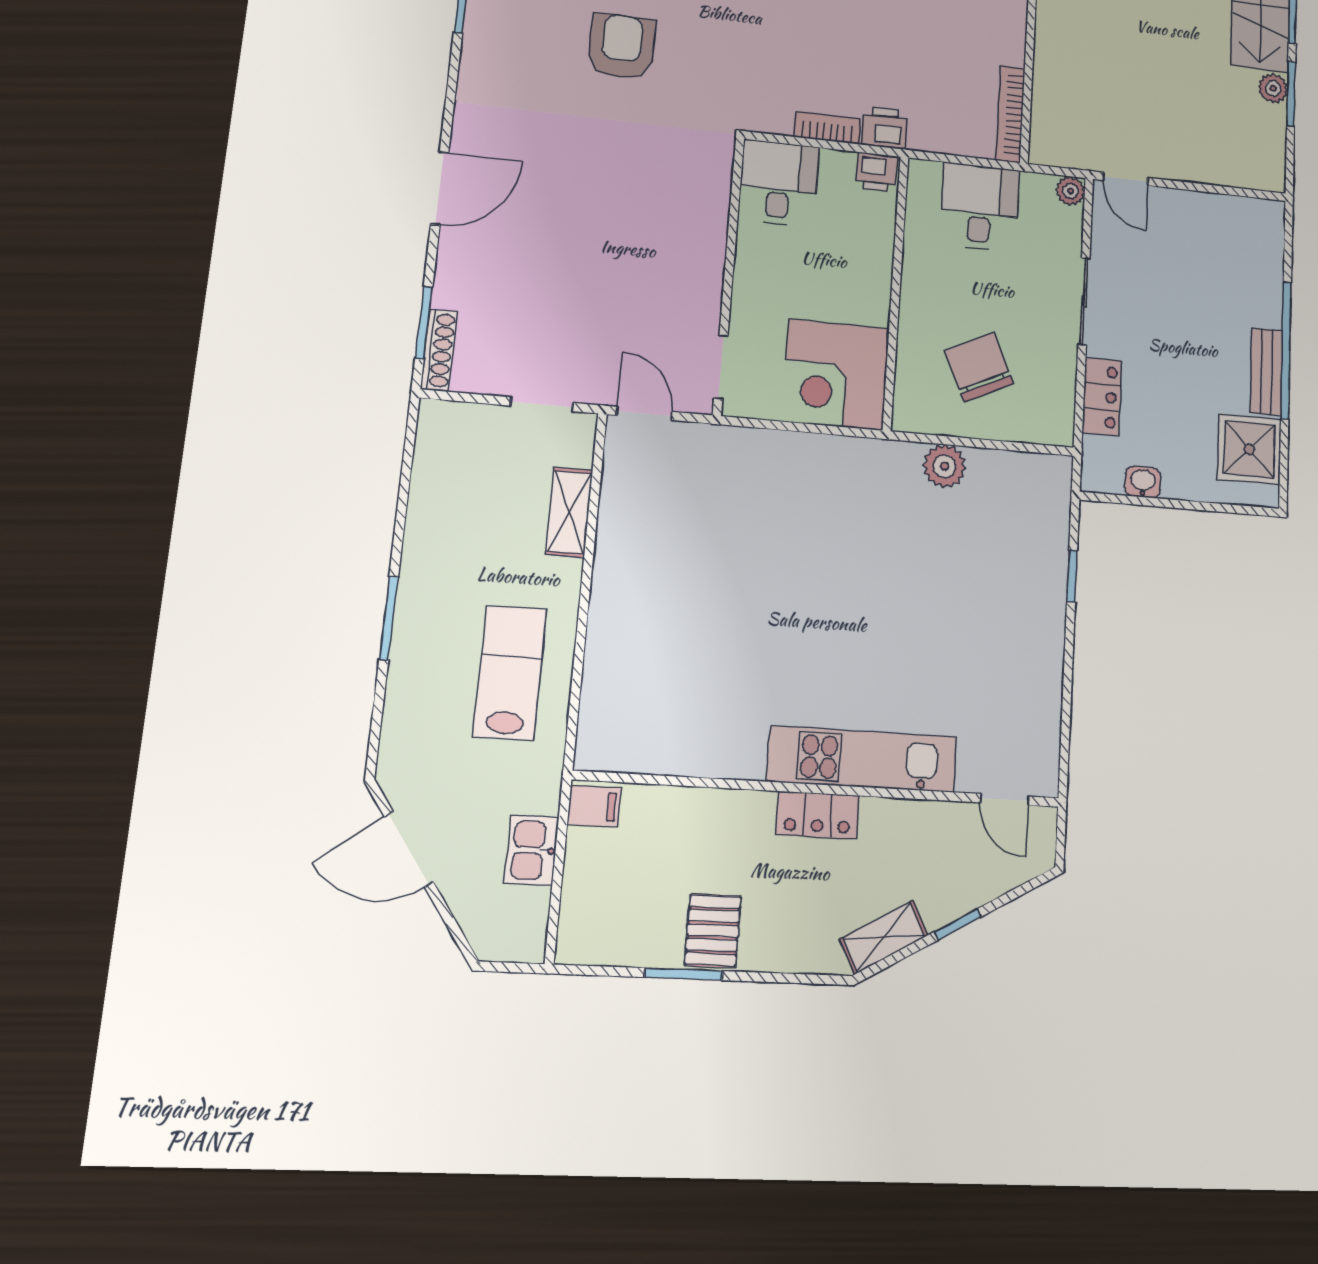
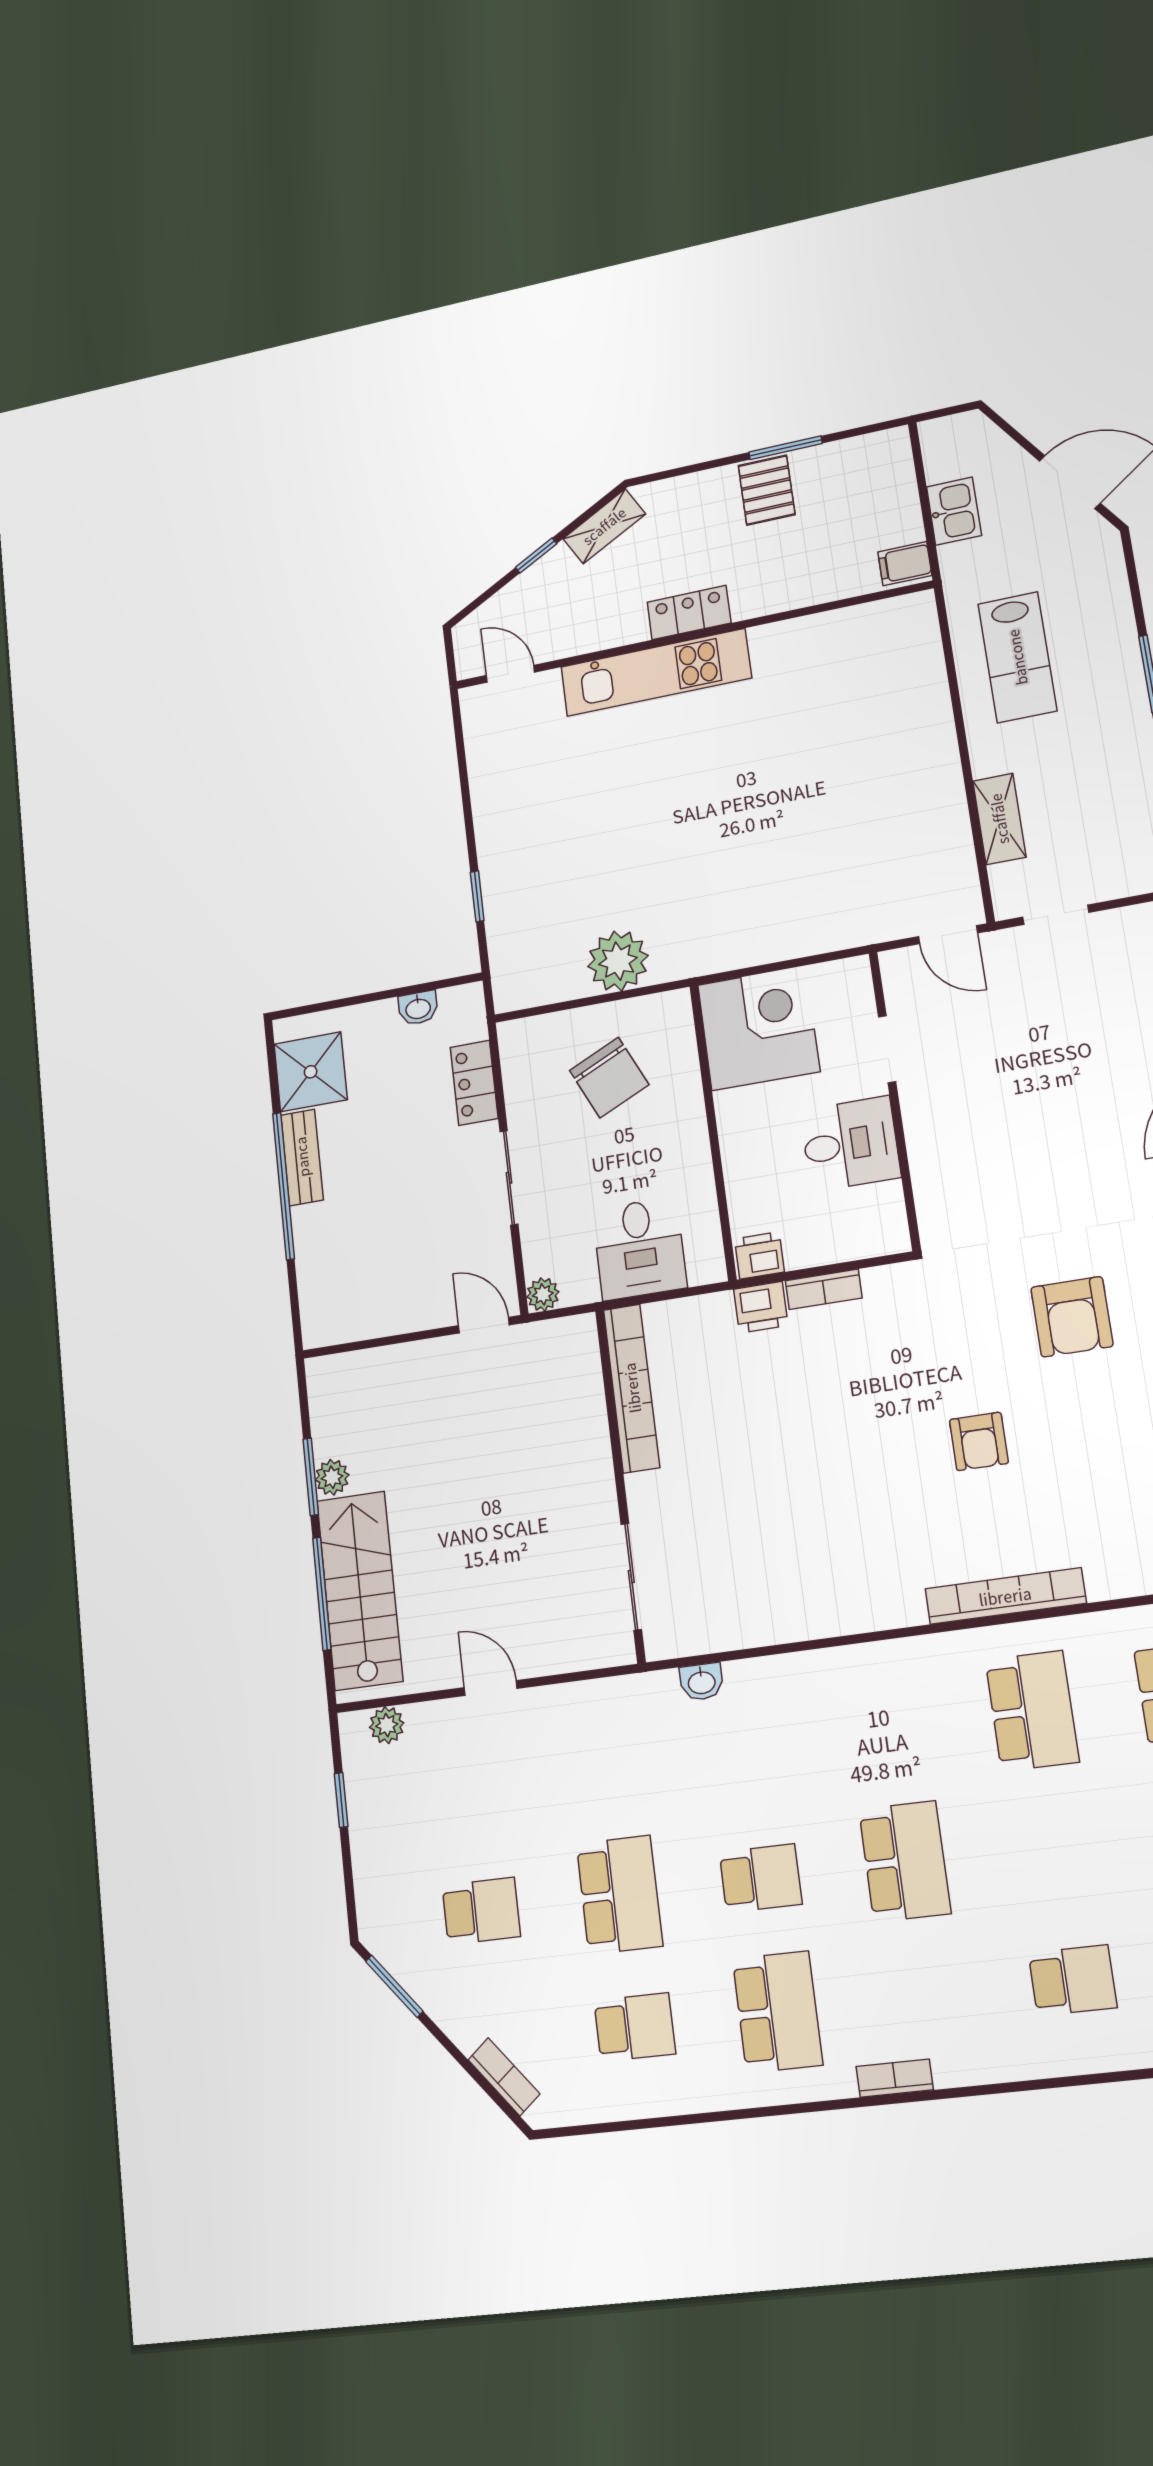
bookcase: (1010, 114) -> (632, 1388), width x1.48, depth x1.31
desk: (779, 183) -> (850, 1144), moved, turned -90
doorway: (721, 367) -> (887, 1049), moved
plant: (944, 466) -> (618, 961), width x1.36, depth x1.36

